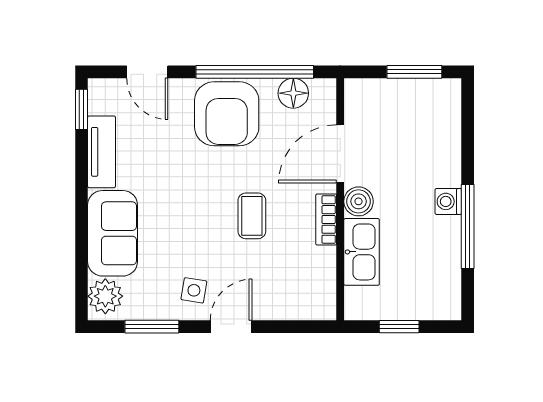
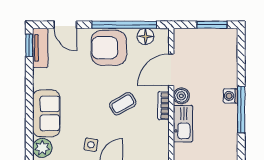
armchair: (227, 114) -> (109, 48), turned 90
tv unit: (102, 152) -> (40, 48), moved
coffee table: (252, 216) -> (123, 104), turned 60

